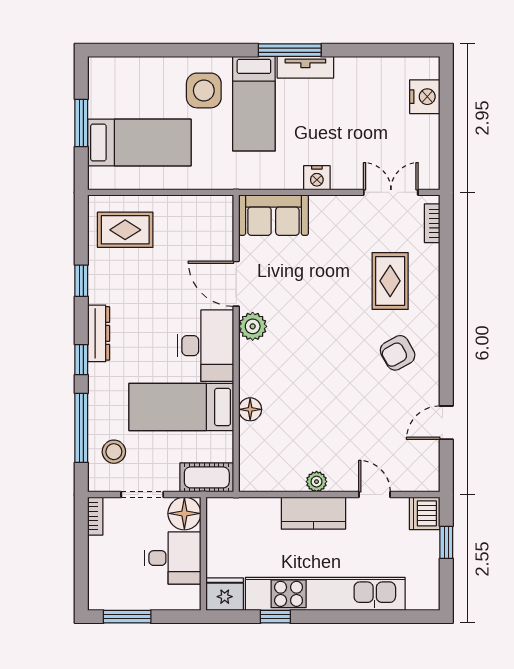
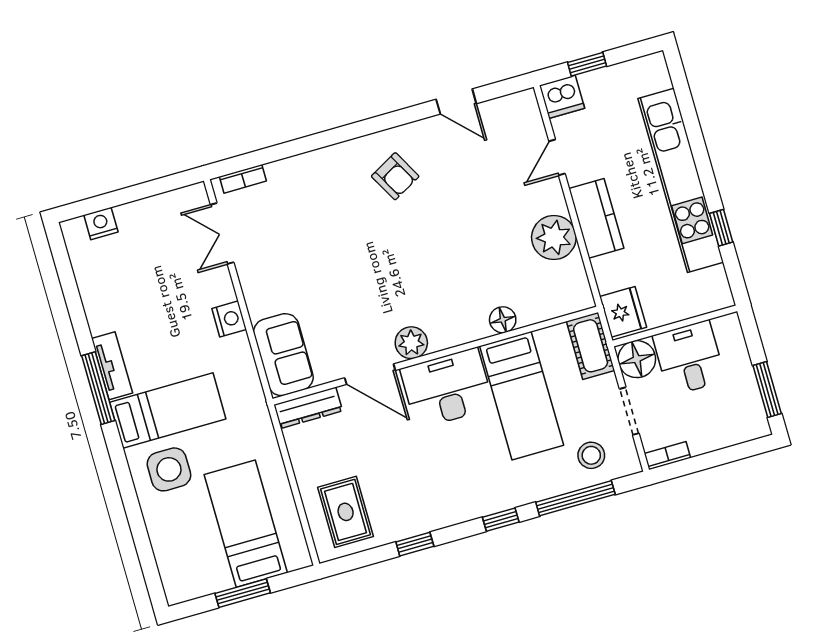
nightstand: (425, 97) -> (101, 224), width x0.74, depth x0.75
rug: (390, 281) -> (319, 207), removed
door: (236, 284) -> (370, 374), hinge flipped
dresser: (99, 333) -> (308, 408), moved, turned 180
plant: (317, 482) -> (554, 238), width x1.87, depth x1.87
fridge: (225, 594) -> (623, 312), moved, turned 180

